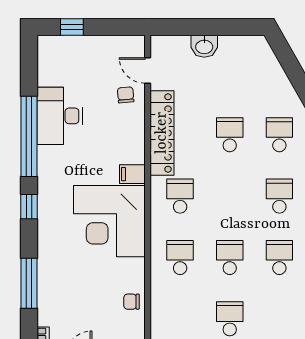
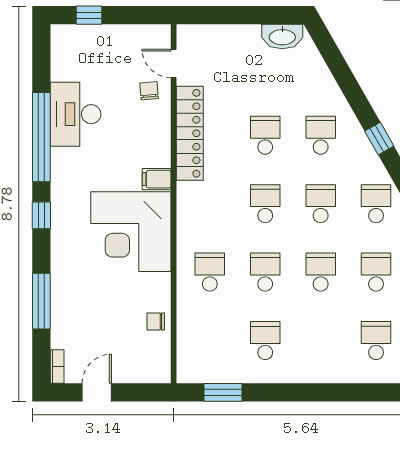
washbasin: (204, 46) -> (282, 36), moved, width x1.38
school desk: (180, 196) -> (265, 204), moved

